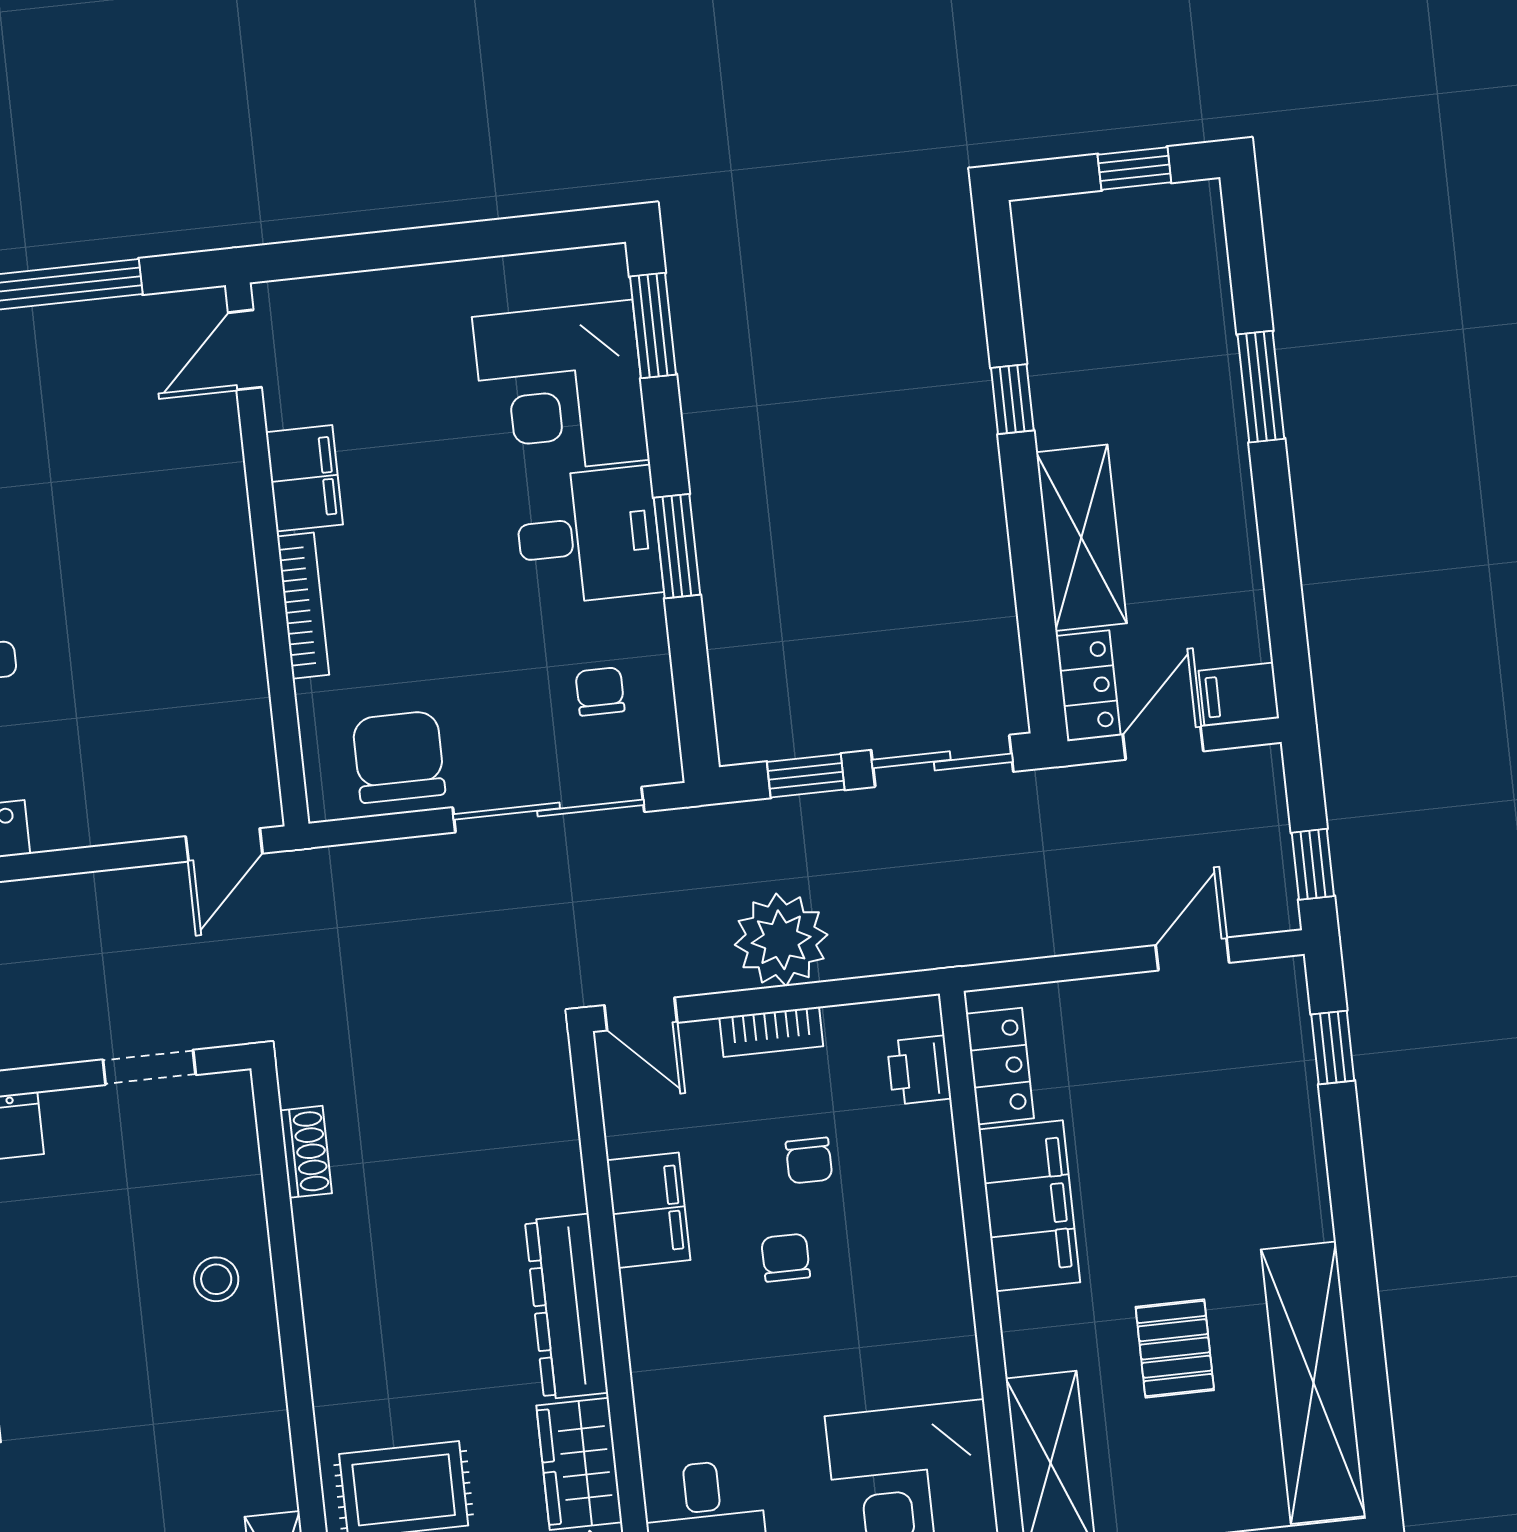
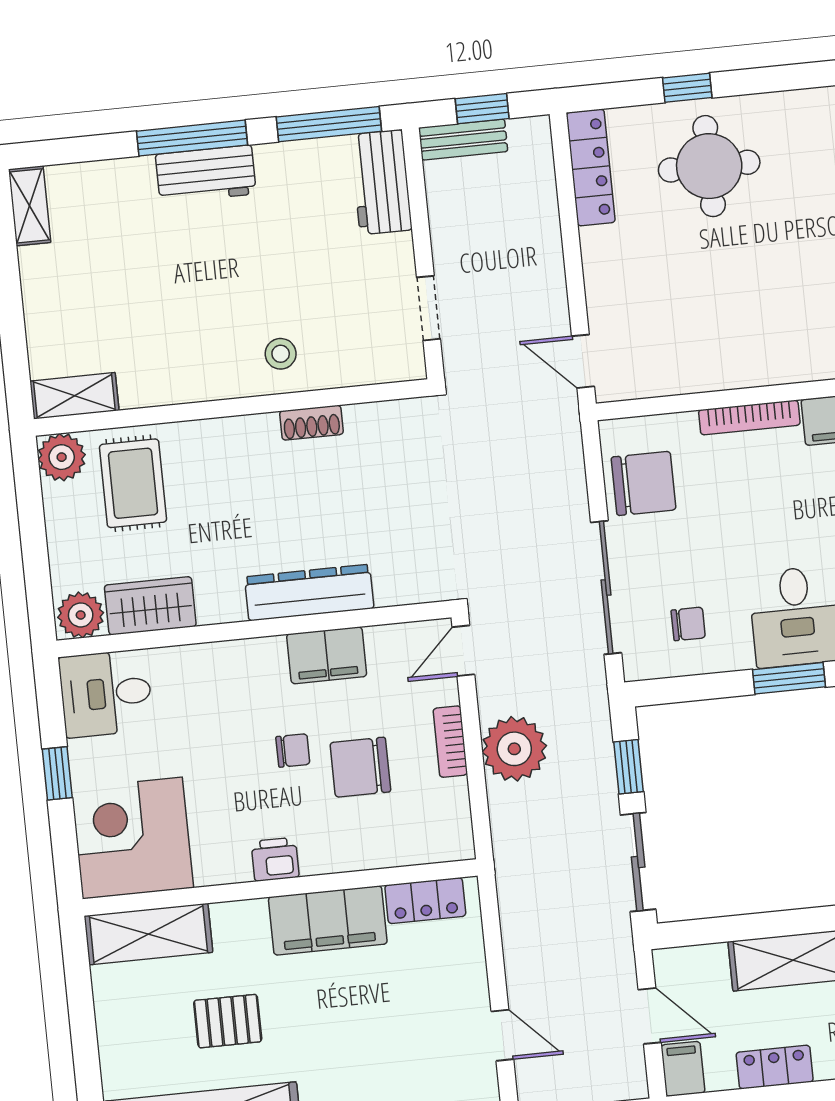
locker: (1088, 686) -> (775, 1067), moved, turned 180
printer: (919, 1070) -> (275, 859), moved
shoe rack: (306, 1152) -> (311, 423), moved
chair: (809, 1161) -> (360, 767), width x1.87, depth x1.87
dresser: (566, 1307) -> (309, 593), moved

